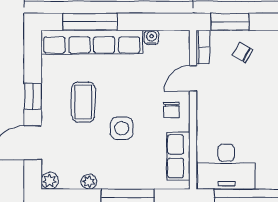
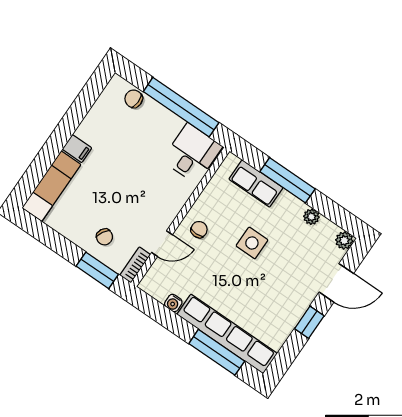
coffee table: (83, 102) -> (269, 288), removed
row of seats: (178, 156) -> (256, 183), moved, turned 90
desk: (226, 167) -> (192, 153), width x0.73

